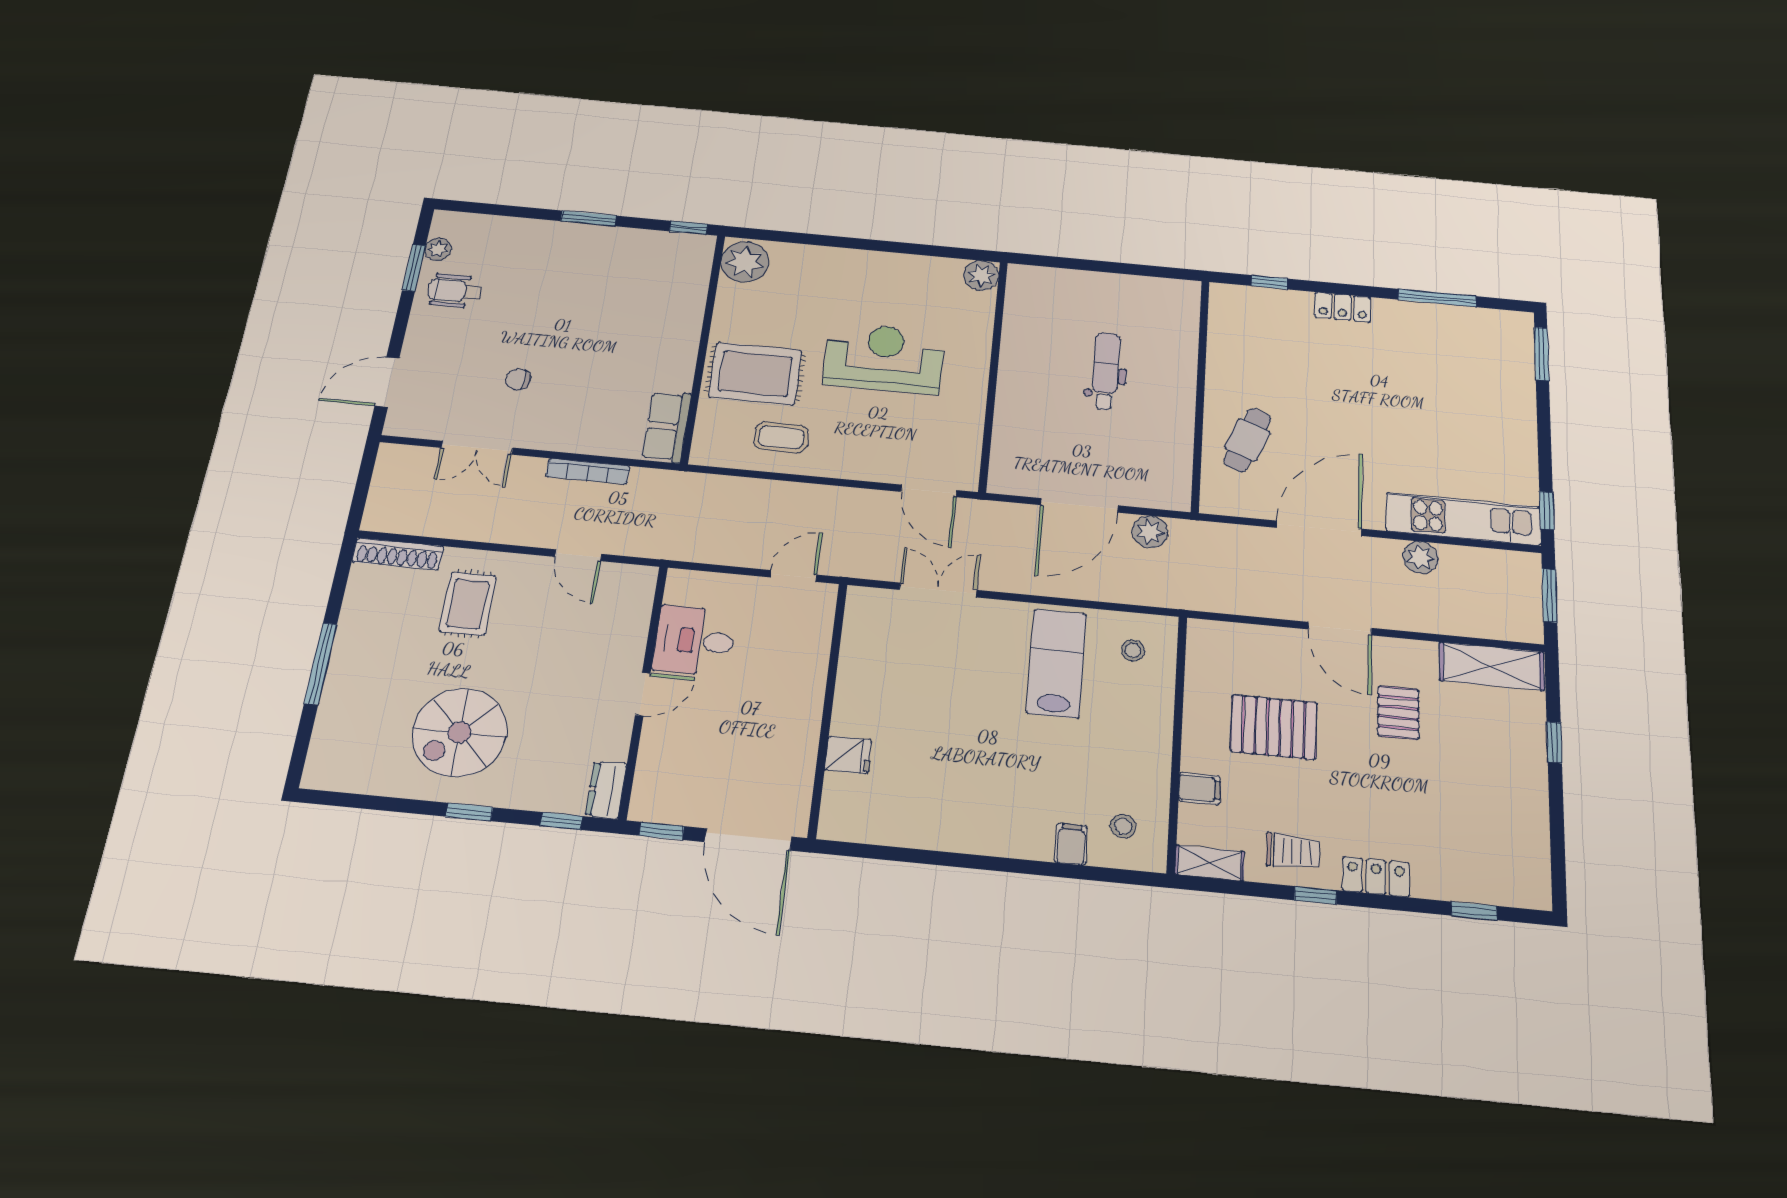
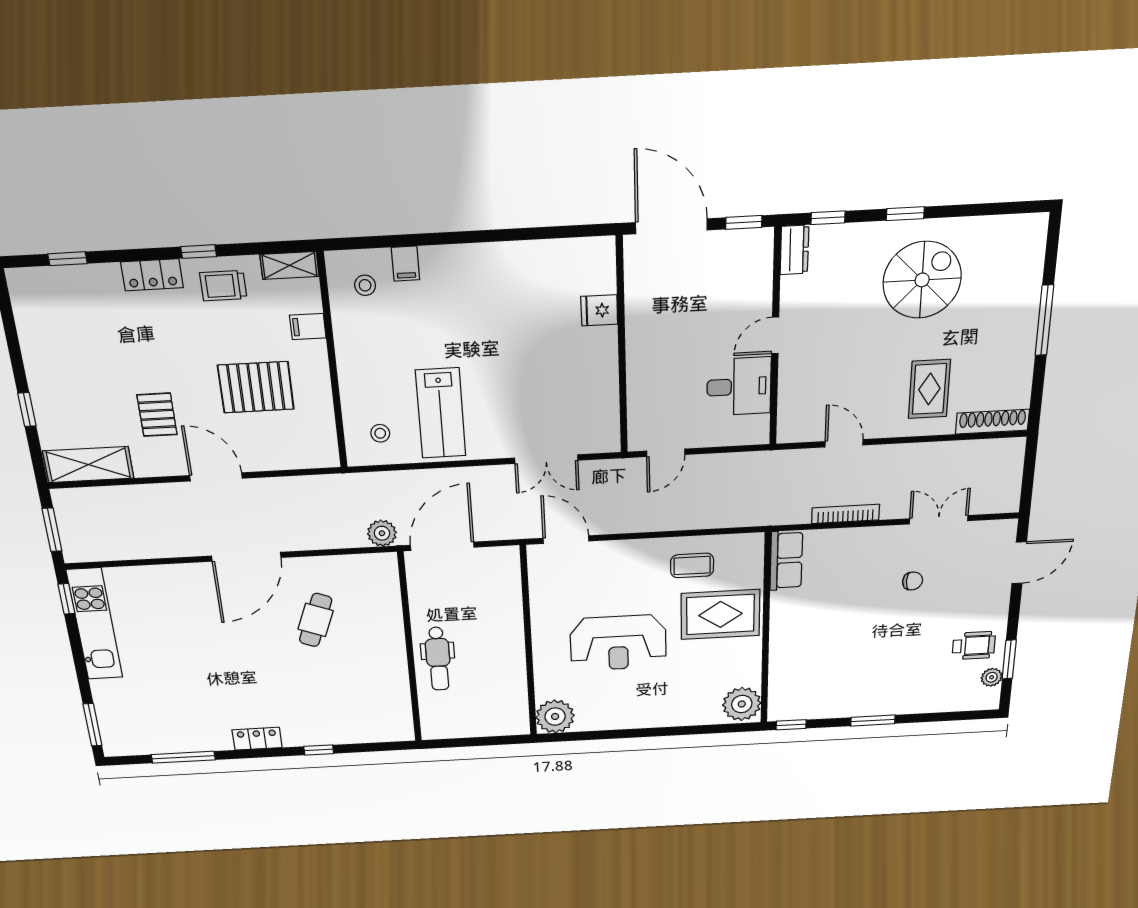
plant: (981, 275) -> (555, 716), width x1.36, depth x1.36
wall: (1200, 394) -> (410, 649), moved
kitchen unit: (1463, 519) -> (95, 624), moved, turned -90
plant: (1420, 557) -> (161, 545), removed

